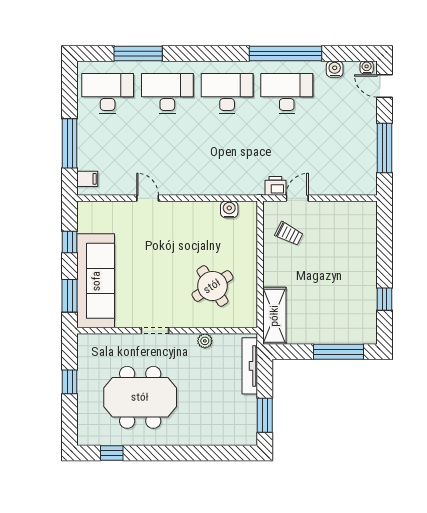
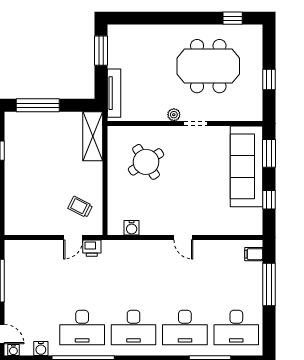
door: (148, 198) -> (183, 238), moved
plant: (205, 341) -> (174, 115), moved

